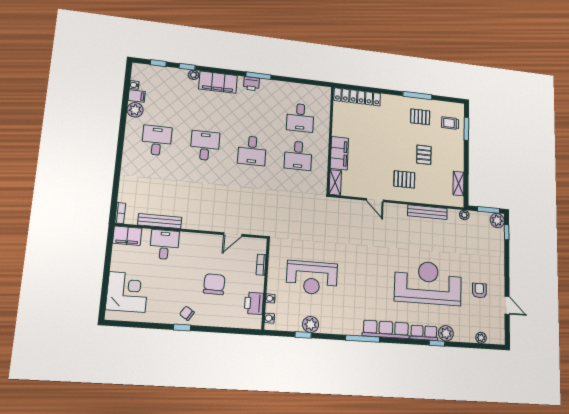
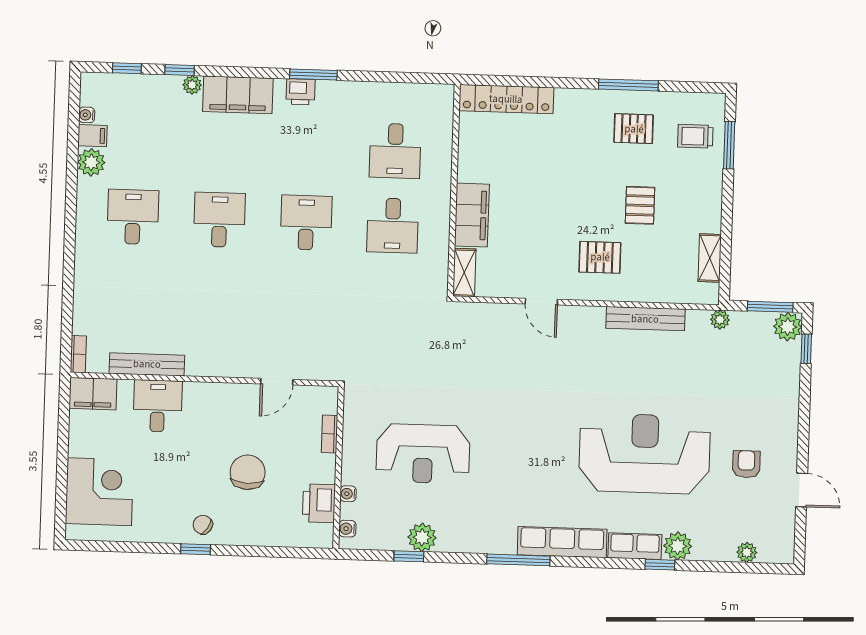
desk: (252, 151) -> (306, 223), turned 180

